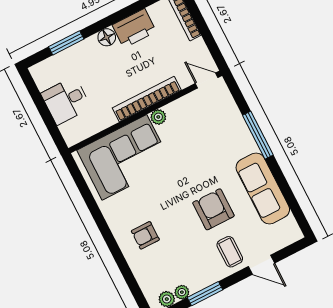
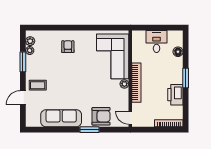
floor lamp: (107, 37) -> (178, 52), moved
window: (66, 43) -> (186, 78), moved
door: (207, 81) -> (130, 118), swing flipped
window: (258, 135) -> (89, 130), width x0.69
armchair: (213, 209) -> (101, 116), moved

